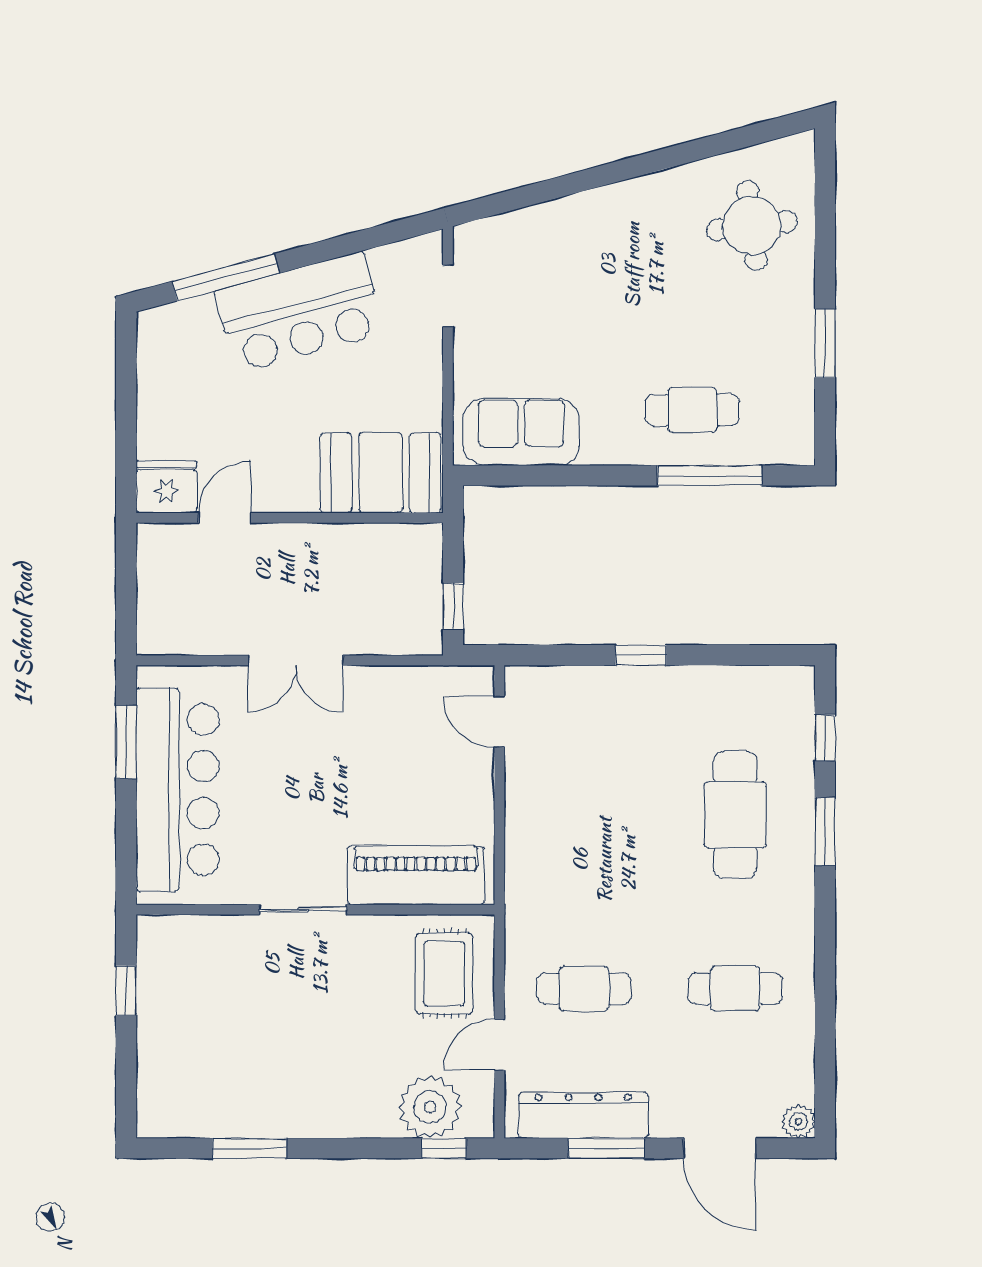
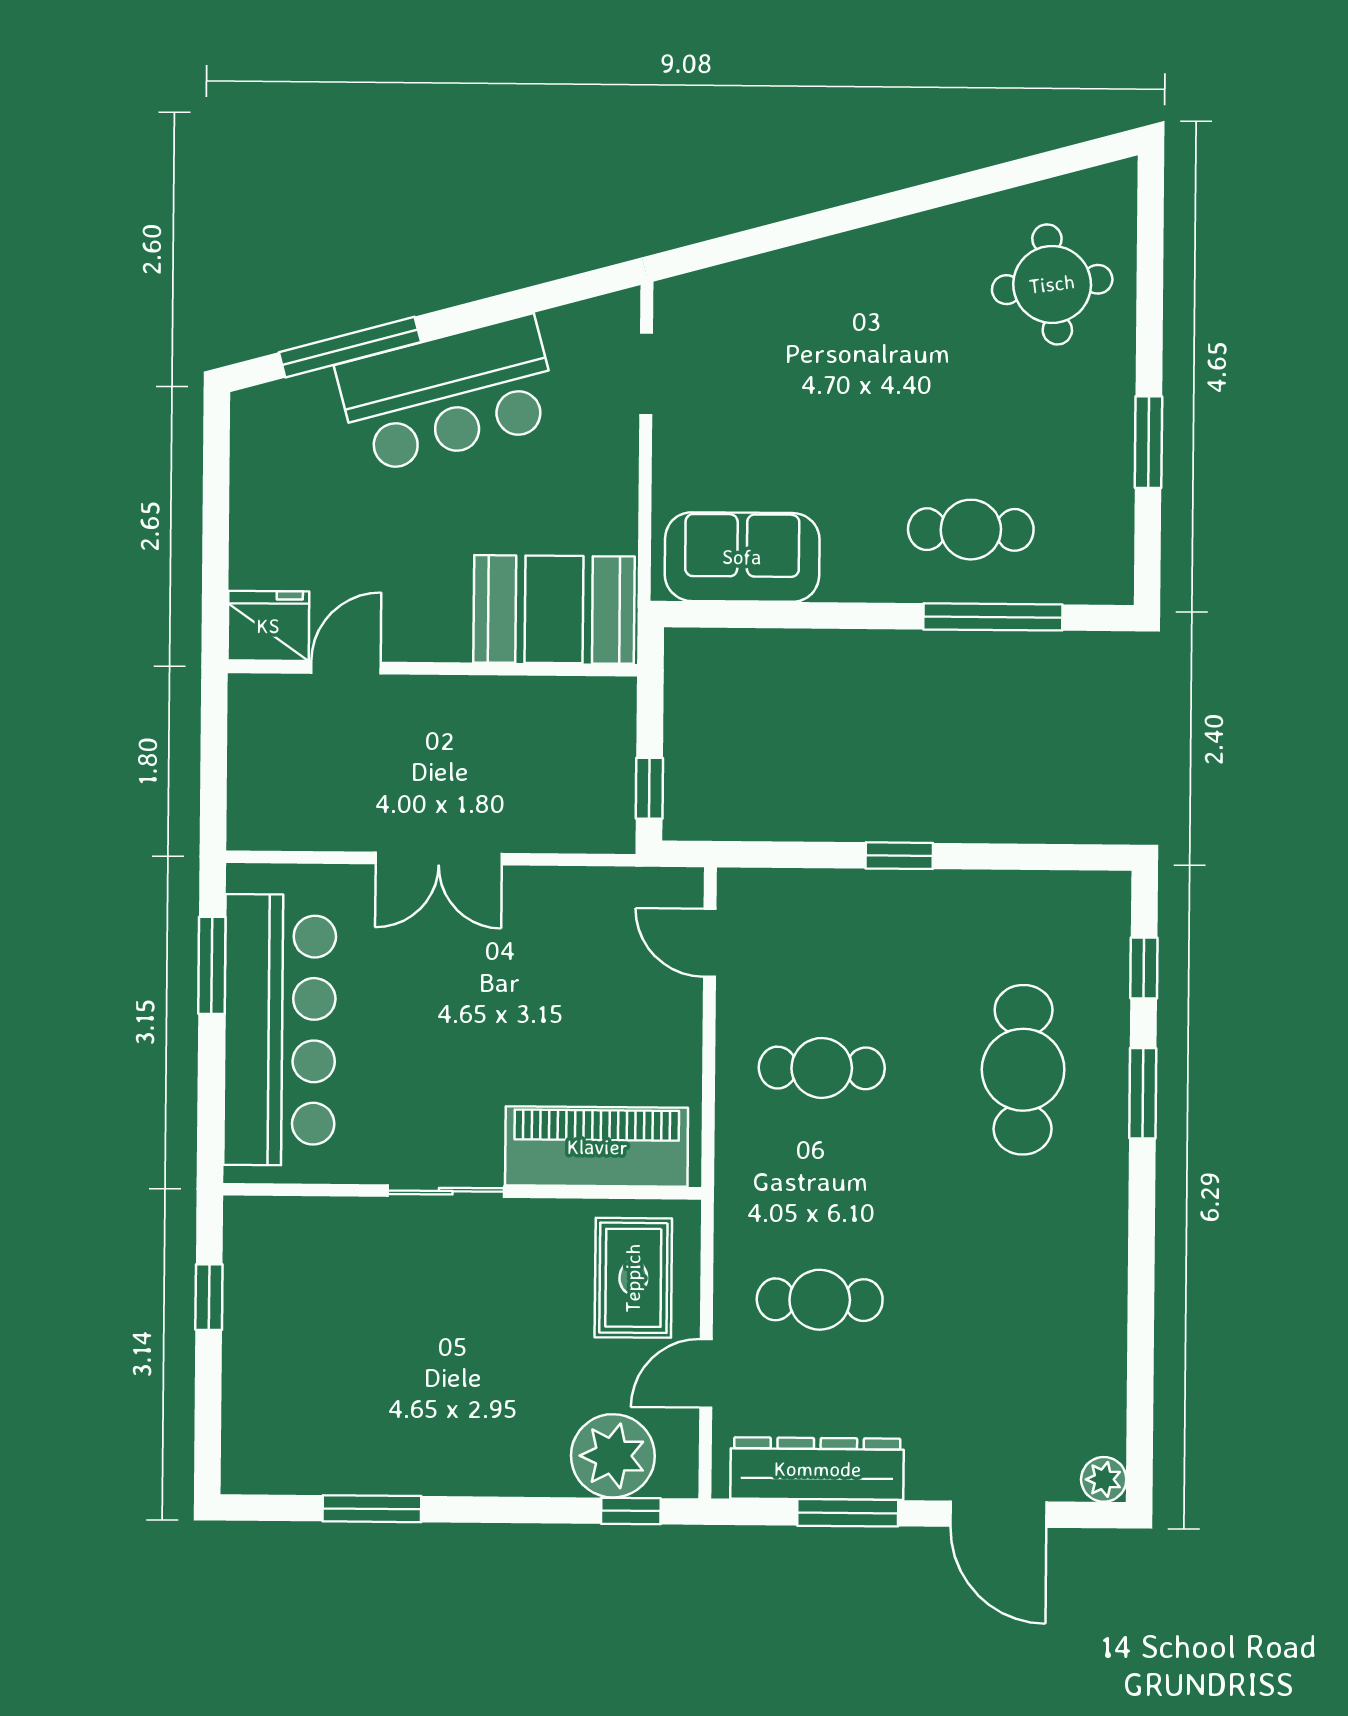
cafe table: (735, 989) -> (822, 1068), moved

